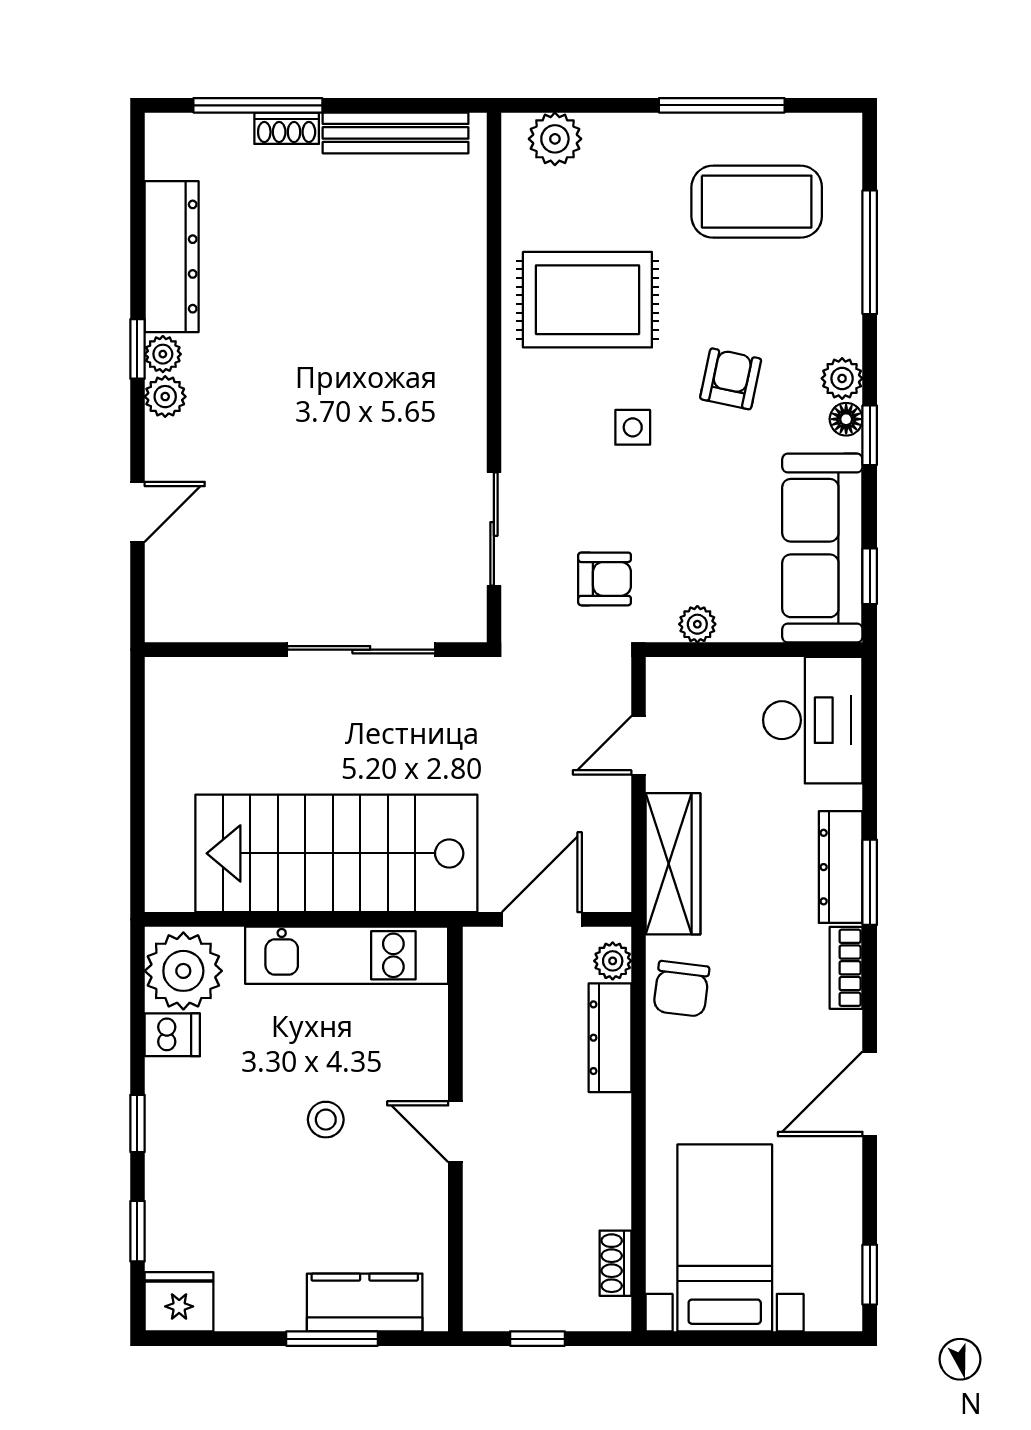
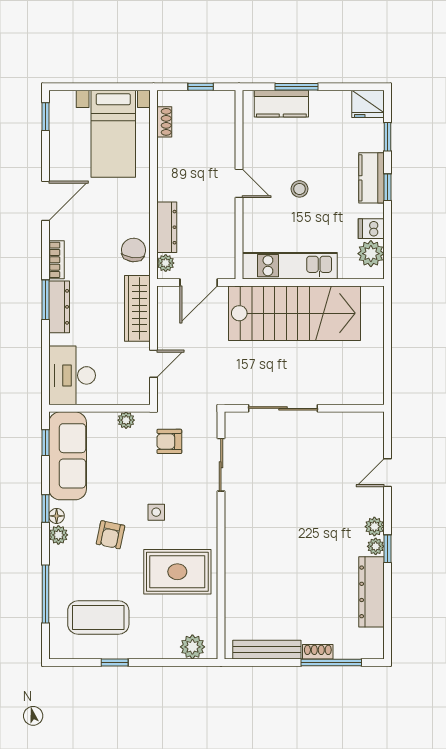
window: (722, 105) -> (115, 663), width x0.46
plant: (183, 971) -> (371, 254), width x0.73, depth x0.73
kitchen counter: (172, 1143) -> (371, 178), added

